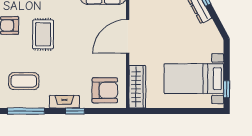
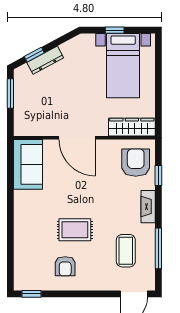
window: (227, 89) -> (115, 30), moved
window: (75, 111) -> (158, 176), moved

